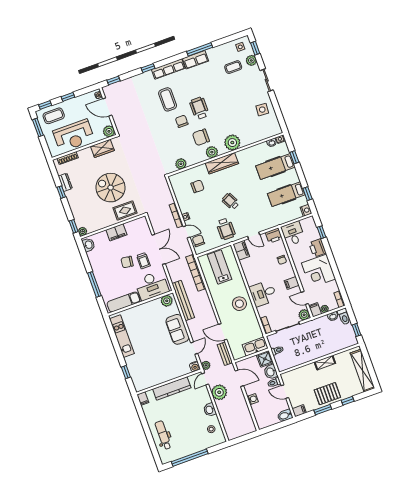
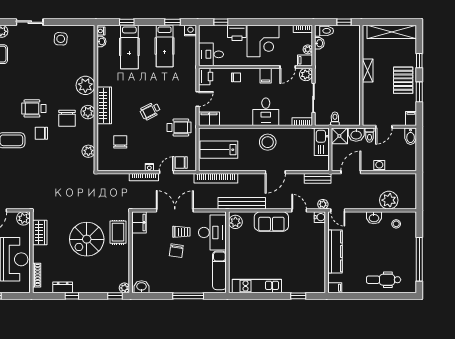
filing cabinet: (116, 232) -> (139, 222), moved
door: (223, 332) -> (275, 172), moved
plant: (219, 392) -> (389, 200), moved

